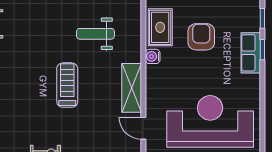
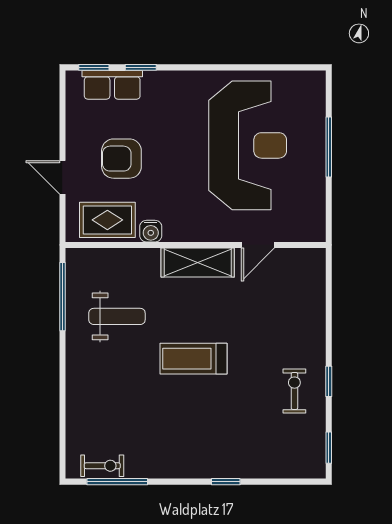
weight bench: (95, 34) -> (117, 316), turned -90
row of seats: (251, 53) -> (112, 85), moved
reception desk: (210, 121) -> (248, 145), turned 180

